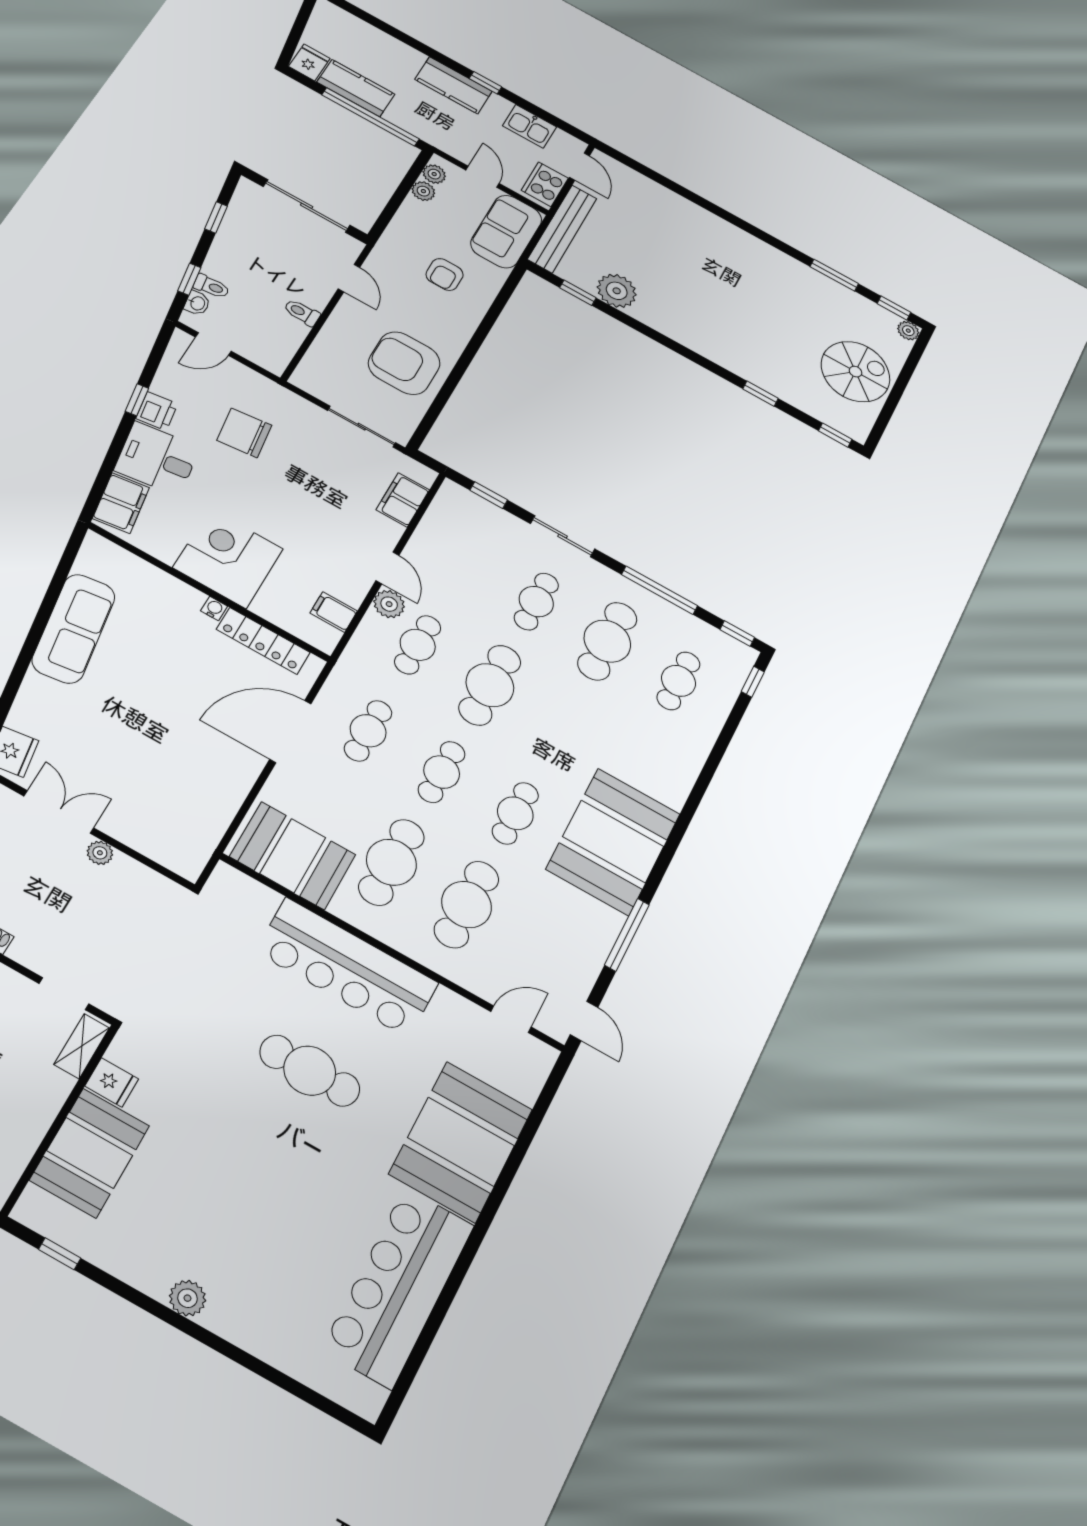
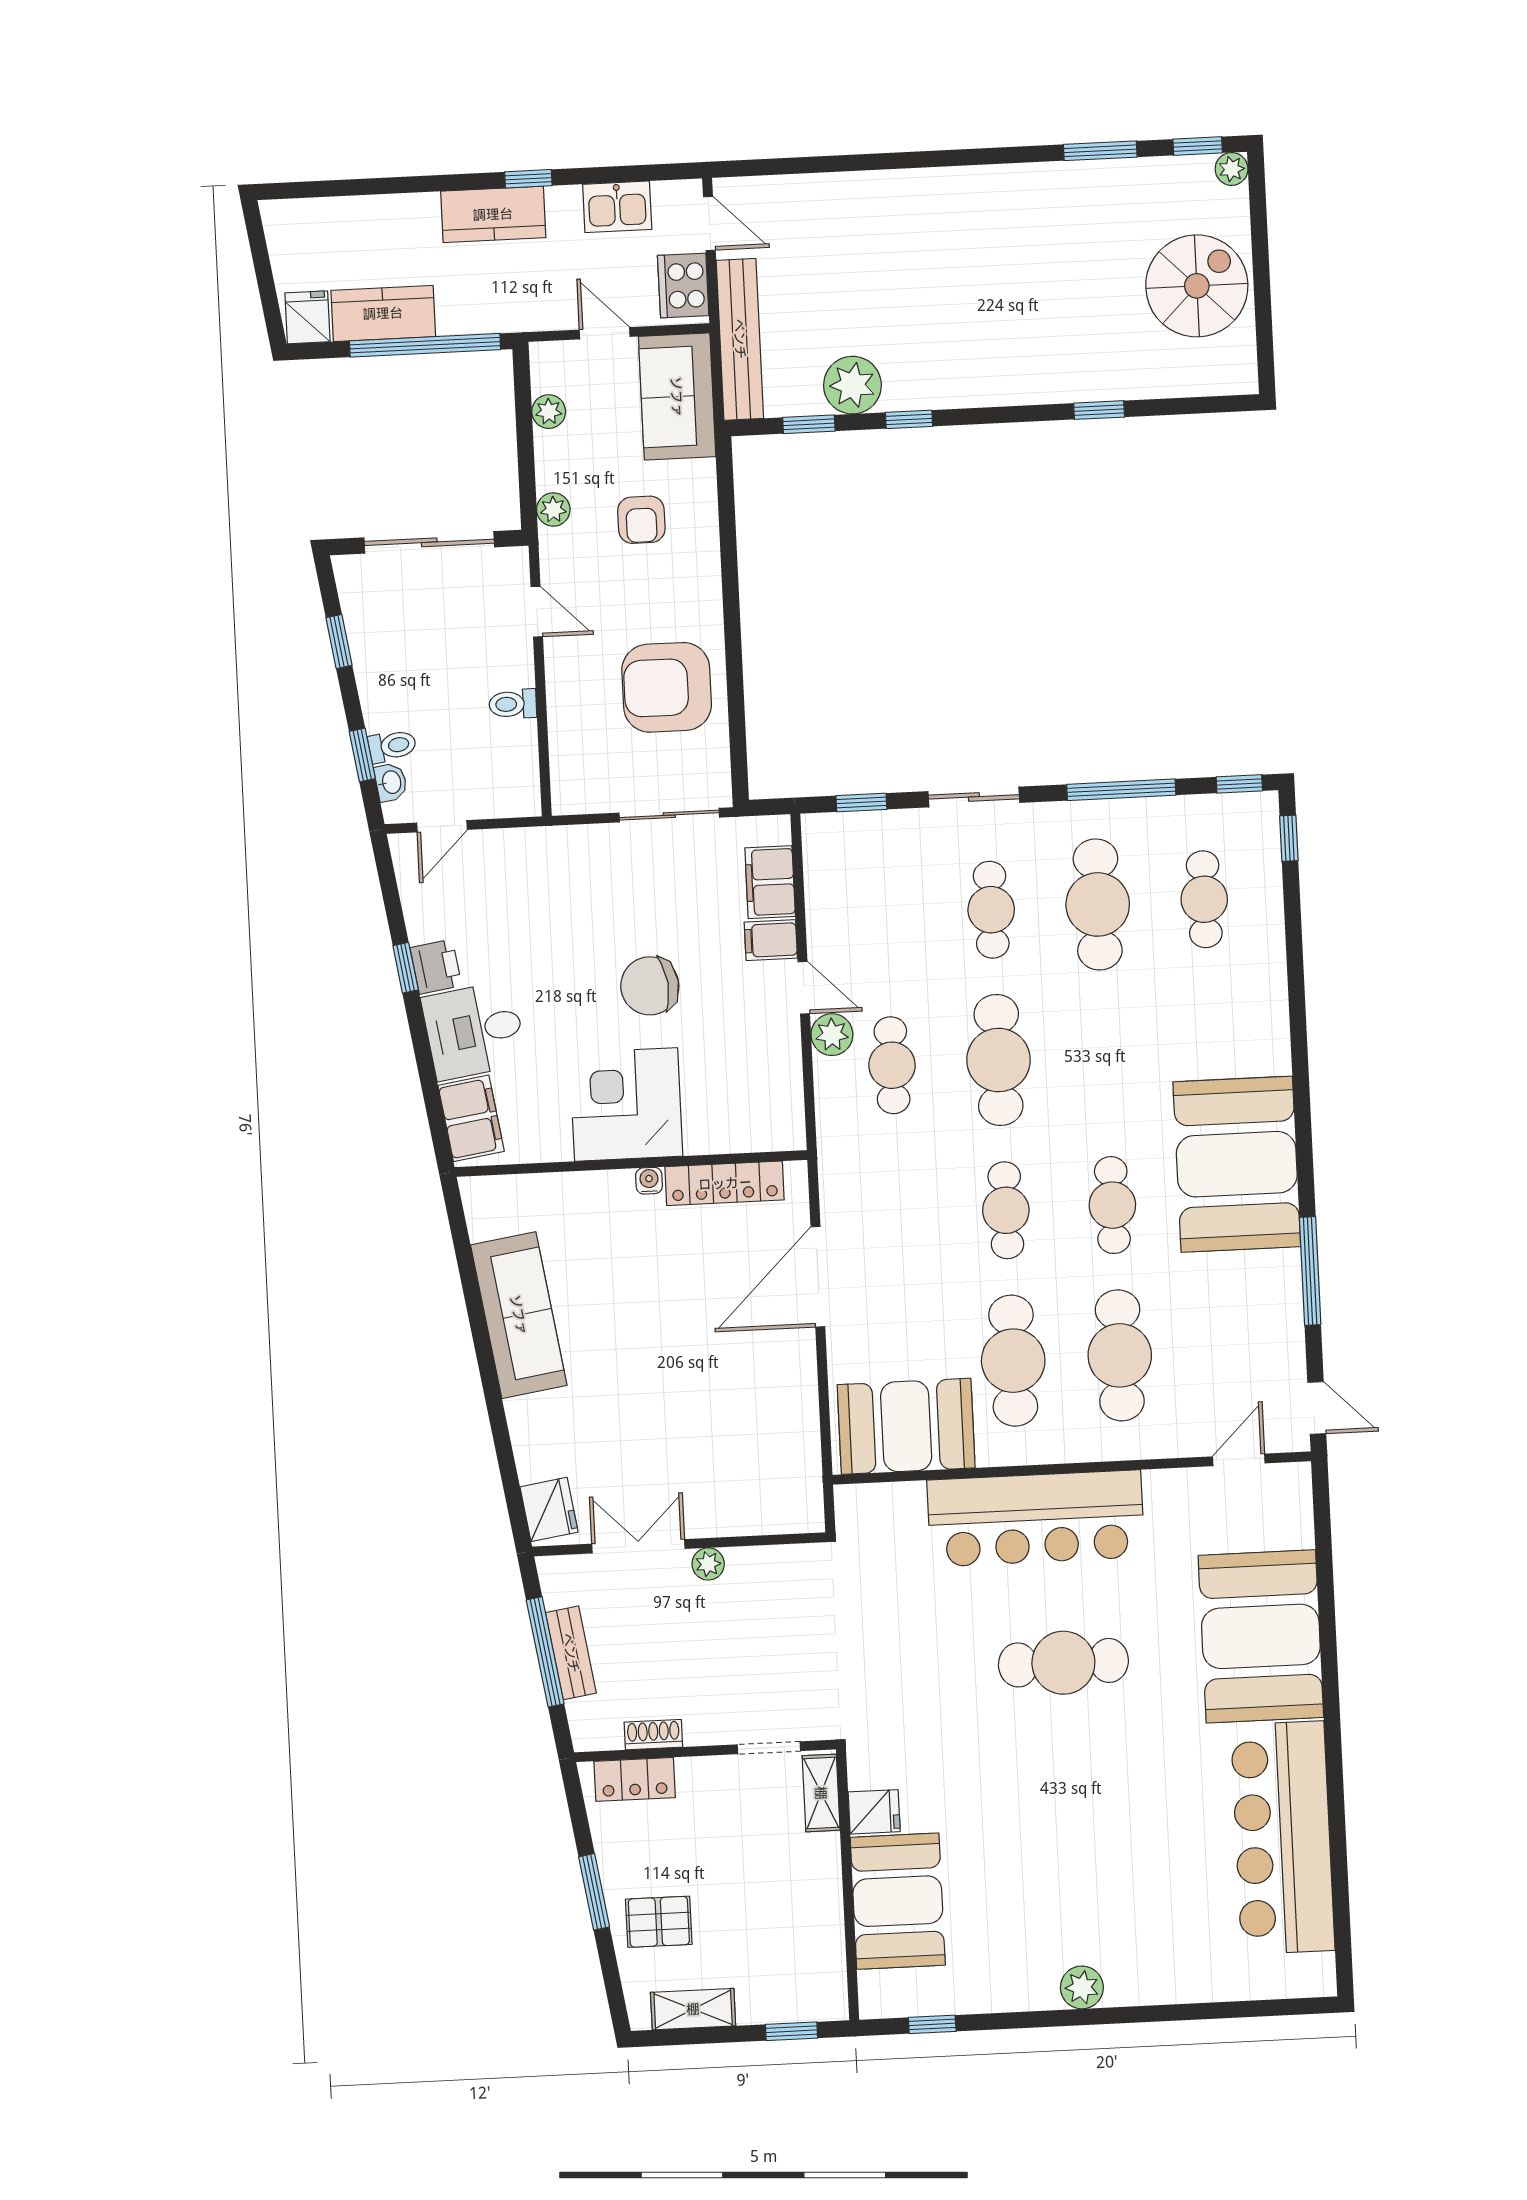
plant: (434, 174) -> (553, 509), moved
chair: (244, 433) -> (650, 986), moved
window: (835, 435) -> (909, 419), moved
filing cabinet: (334, 612) -> (771, 940), moved
cafe table: (368, 731) -> (899, 1216), removed

